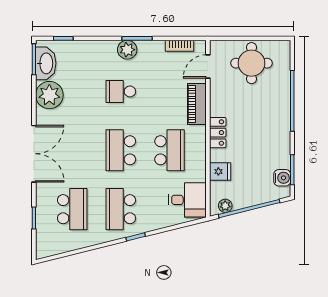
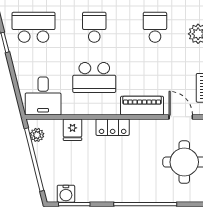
school desk: (121, 150) -> (94, 27), width x0.54

